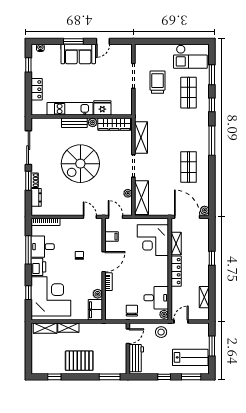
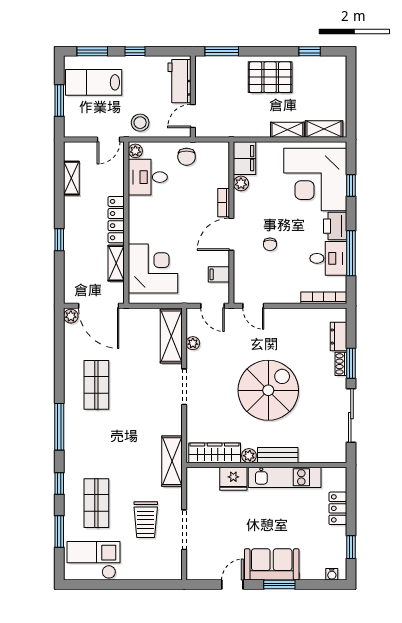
shelving: (141, 137) -> (172, 461), moved

